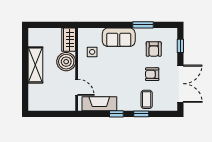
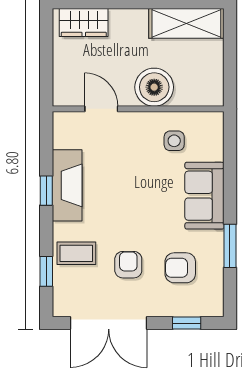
wardrobe: (69, 40) -> (84, 23), moved, turned 180
shelving: (35, 65) -> (186, 23), moved
door: (77, 87) -> (101, 109), swing flipped
fireplace: (99, 104) -> (67, 185), moved
window: (141, 114) -> (46, 271), moved

